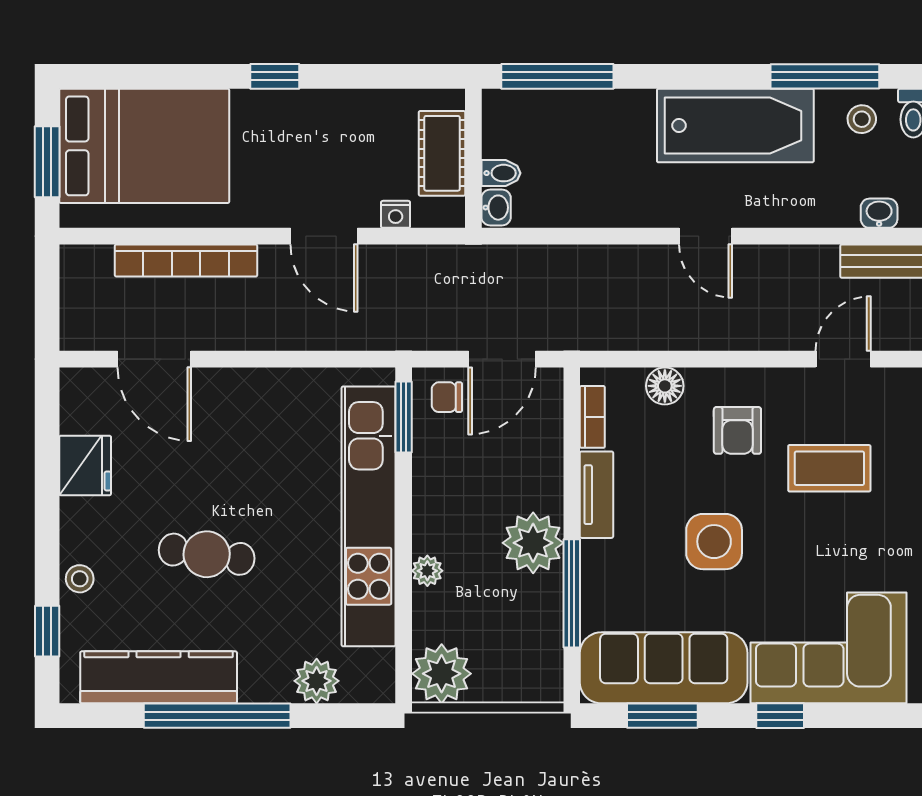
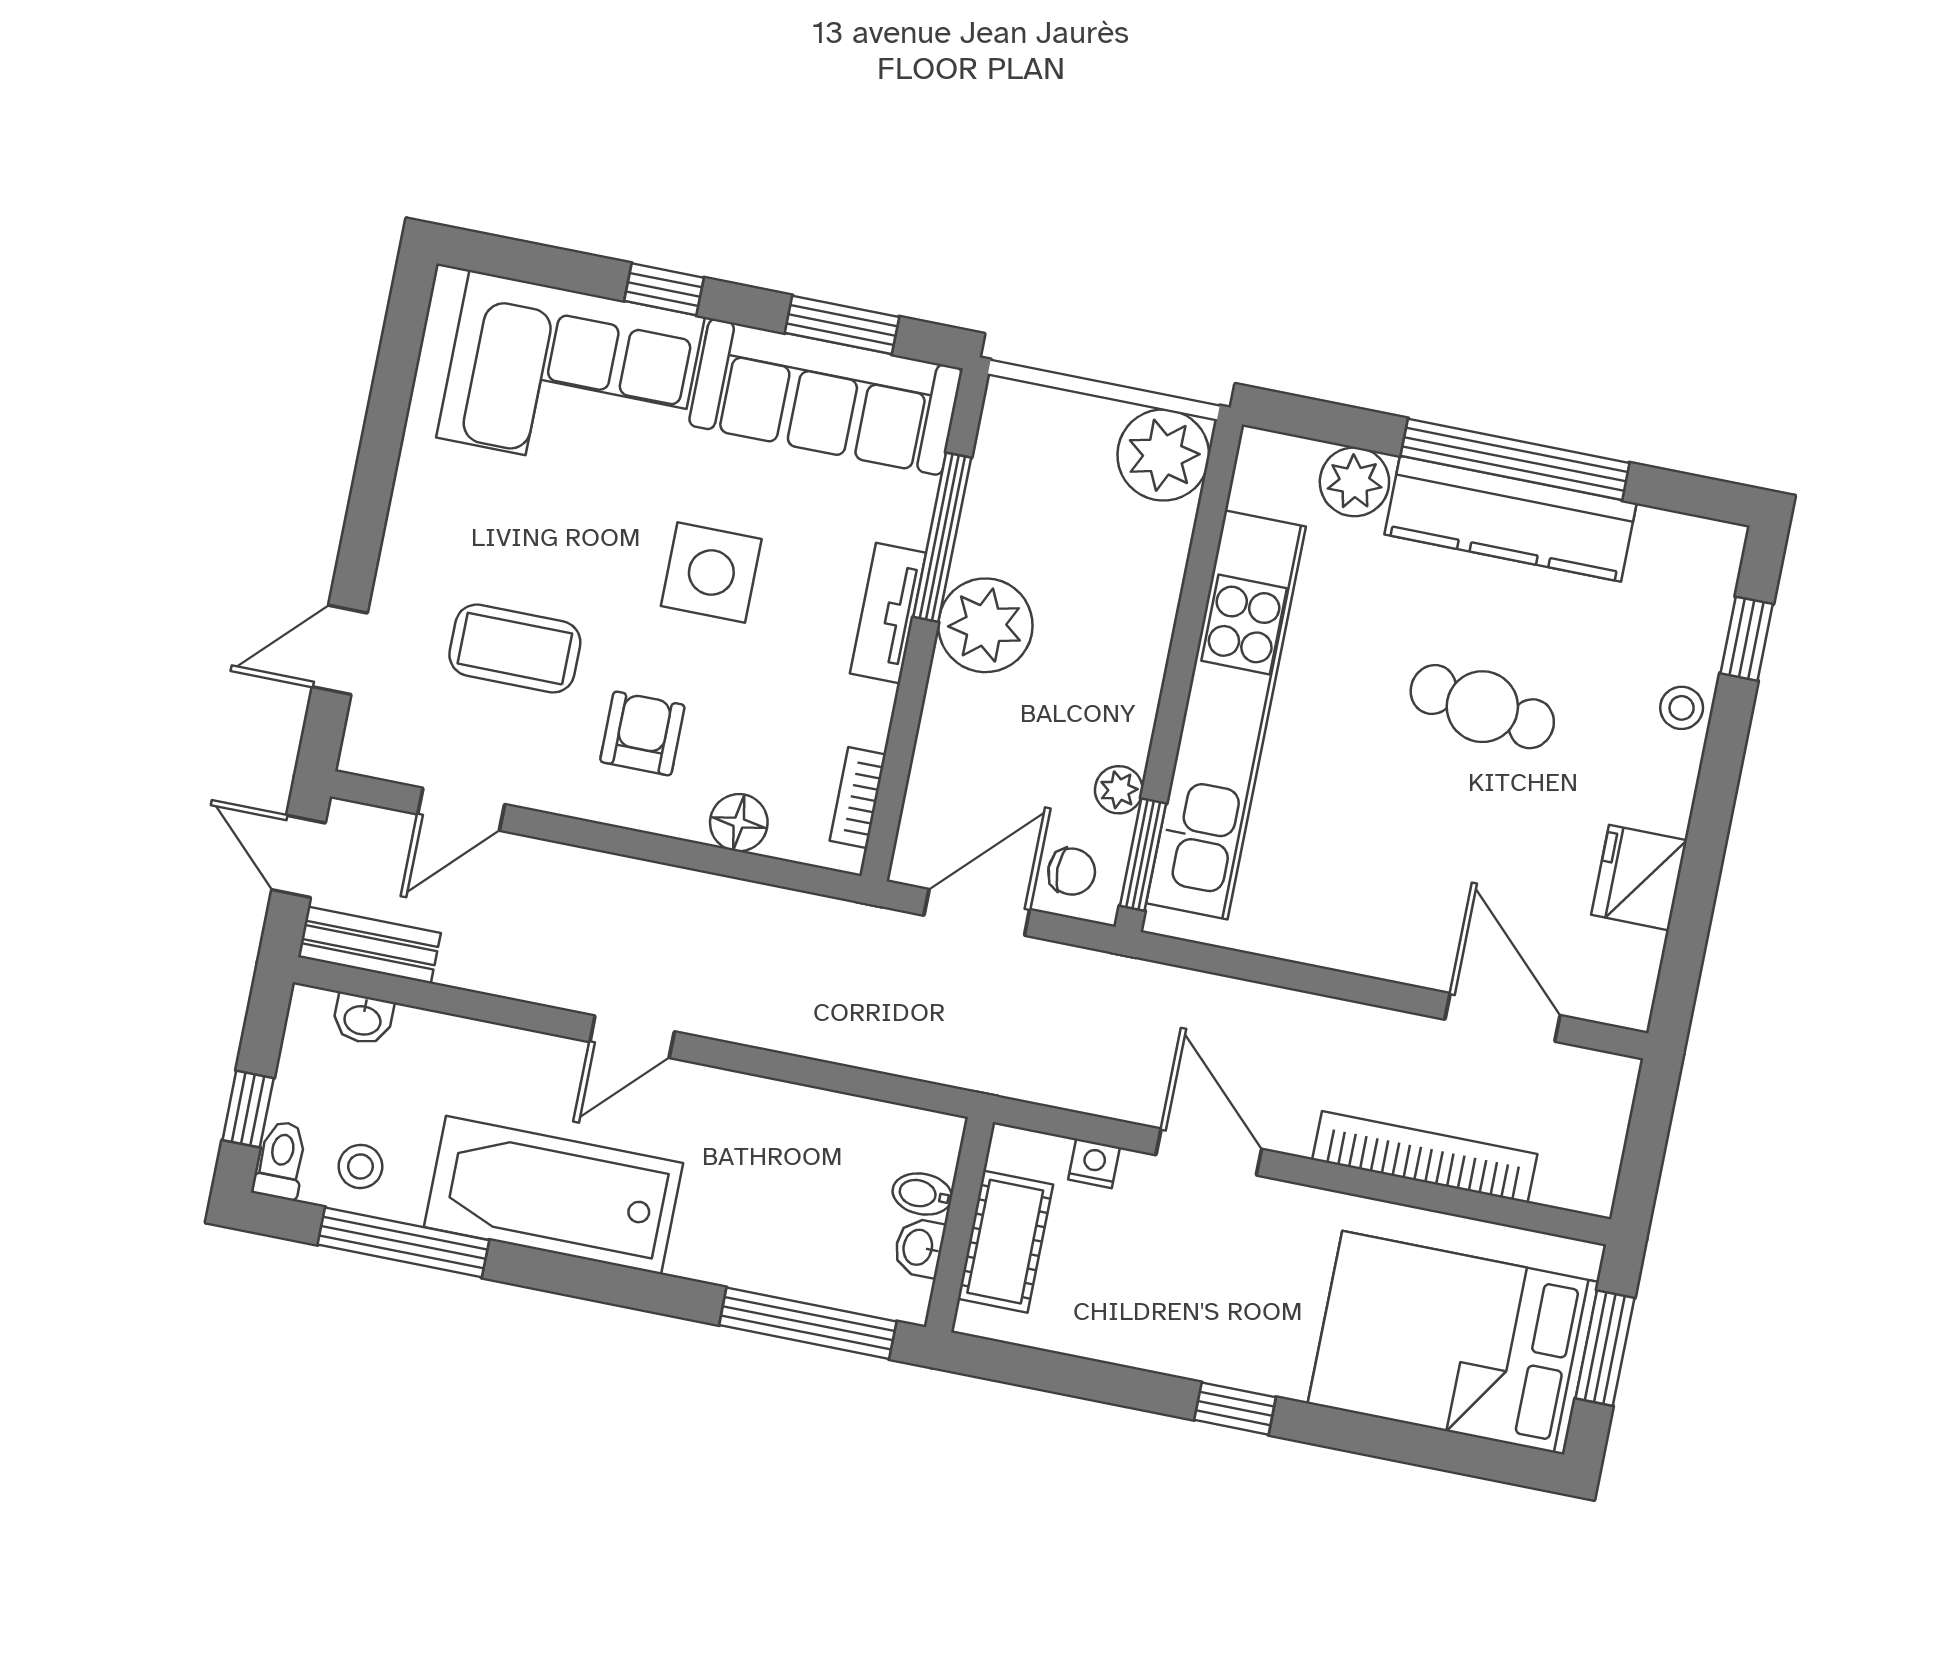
washbasin: (496, 208) -> (919, 1248), moved
door: (706, 236) -> (632, 1037), swing flipped
tv unit: (596, 495) -> (888, 613), moved
plant: (427, 571) -> (1119, 790), moved
kitchen counter: (159, 677) -> (1510, 519), moved

